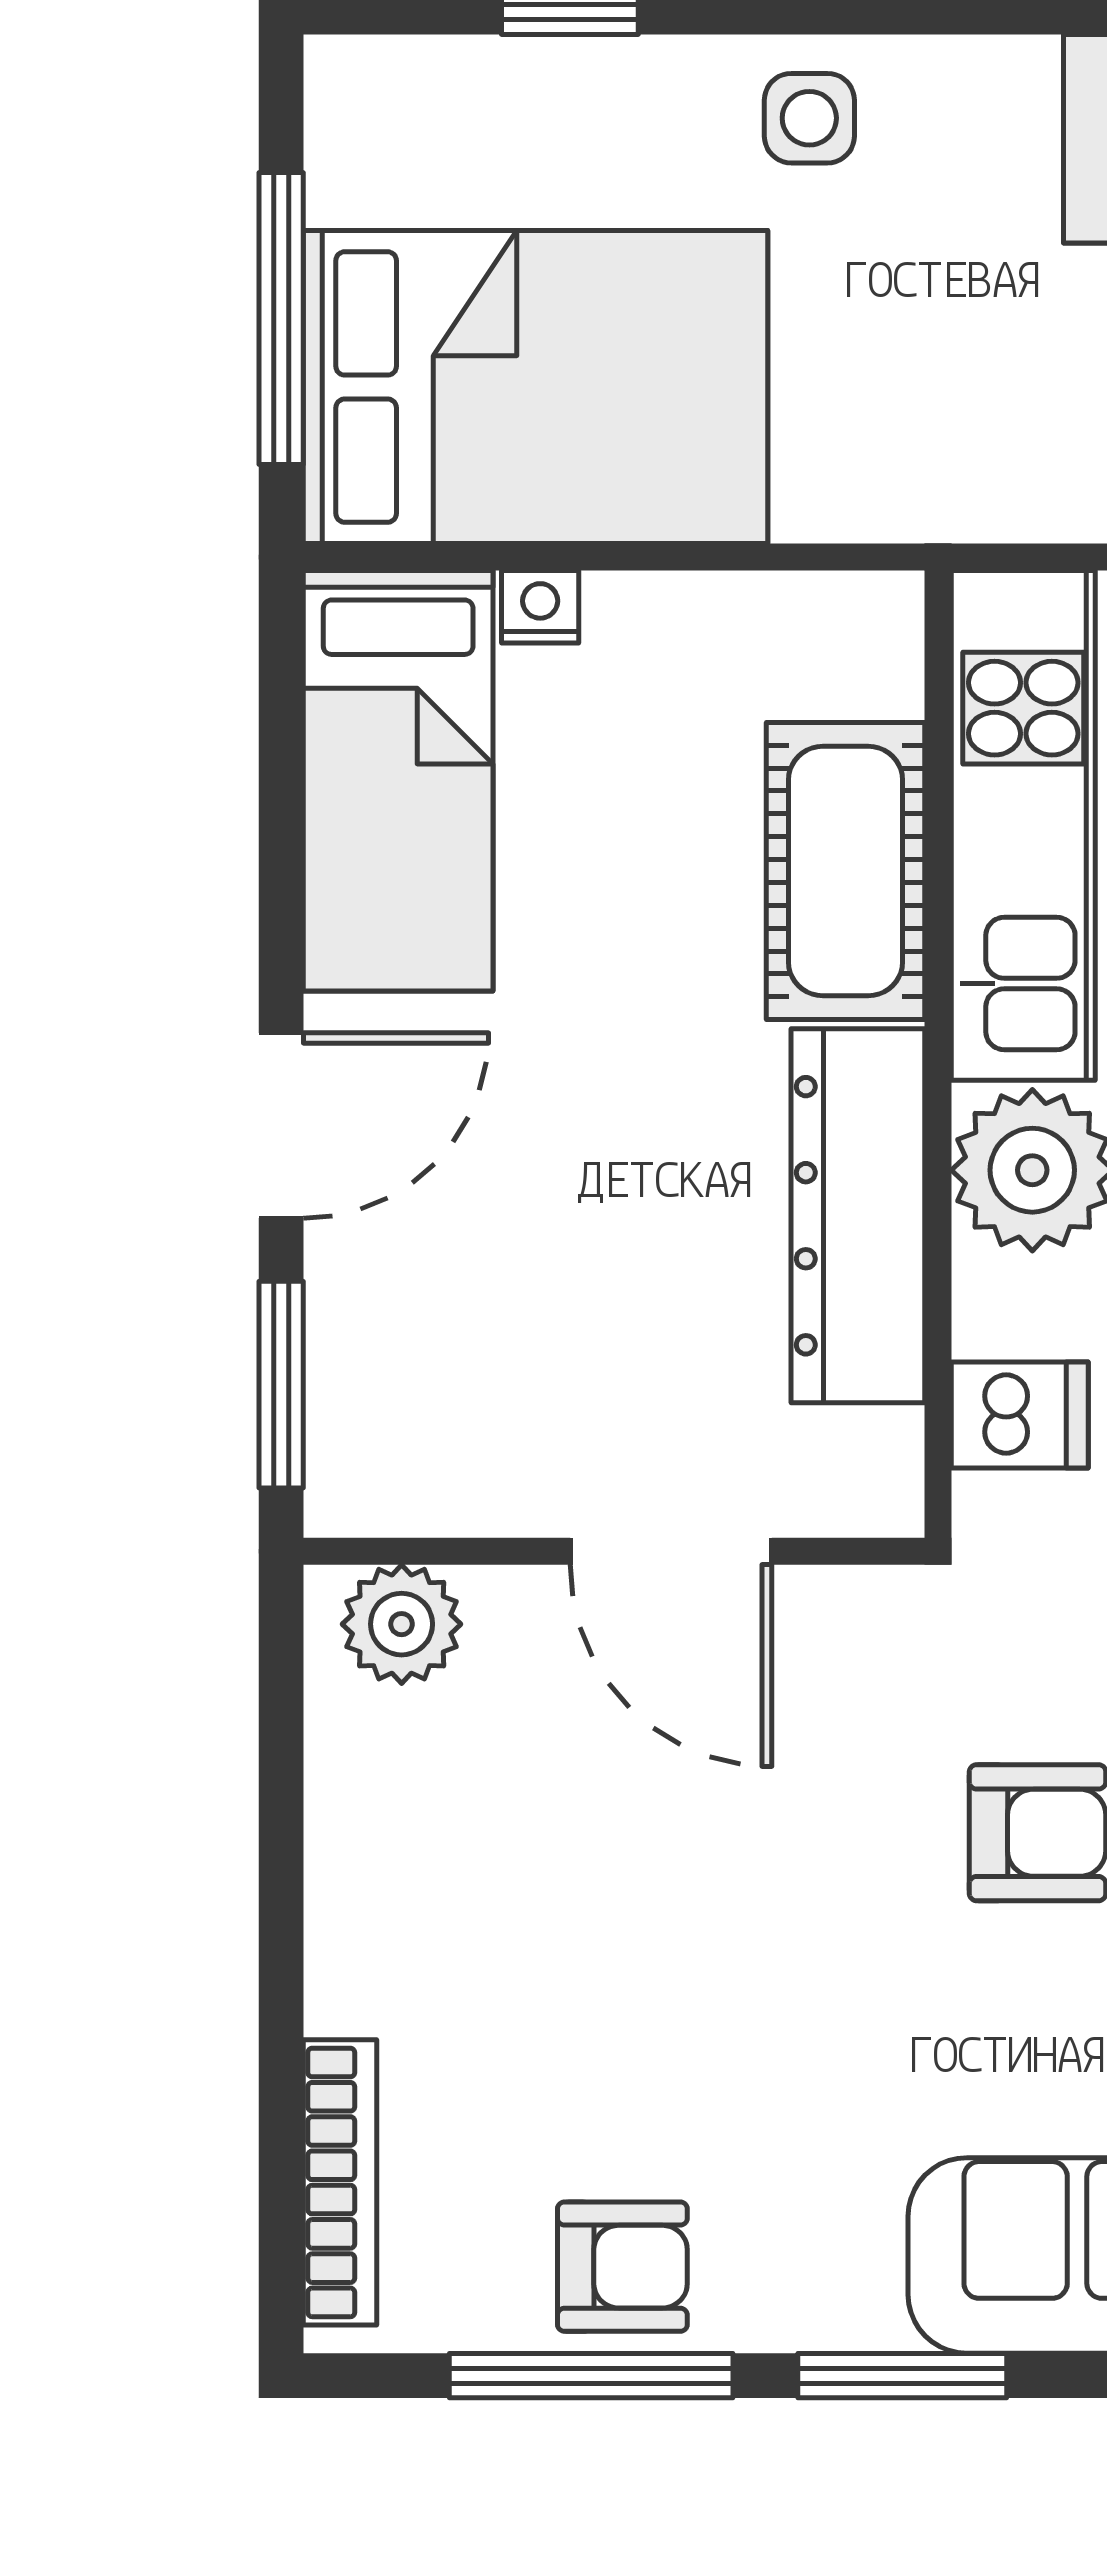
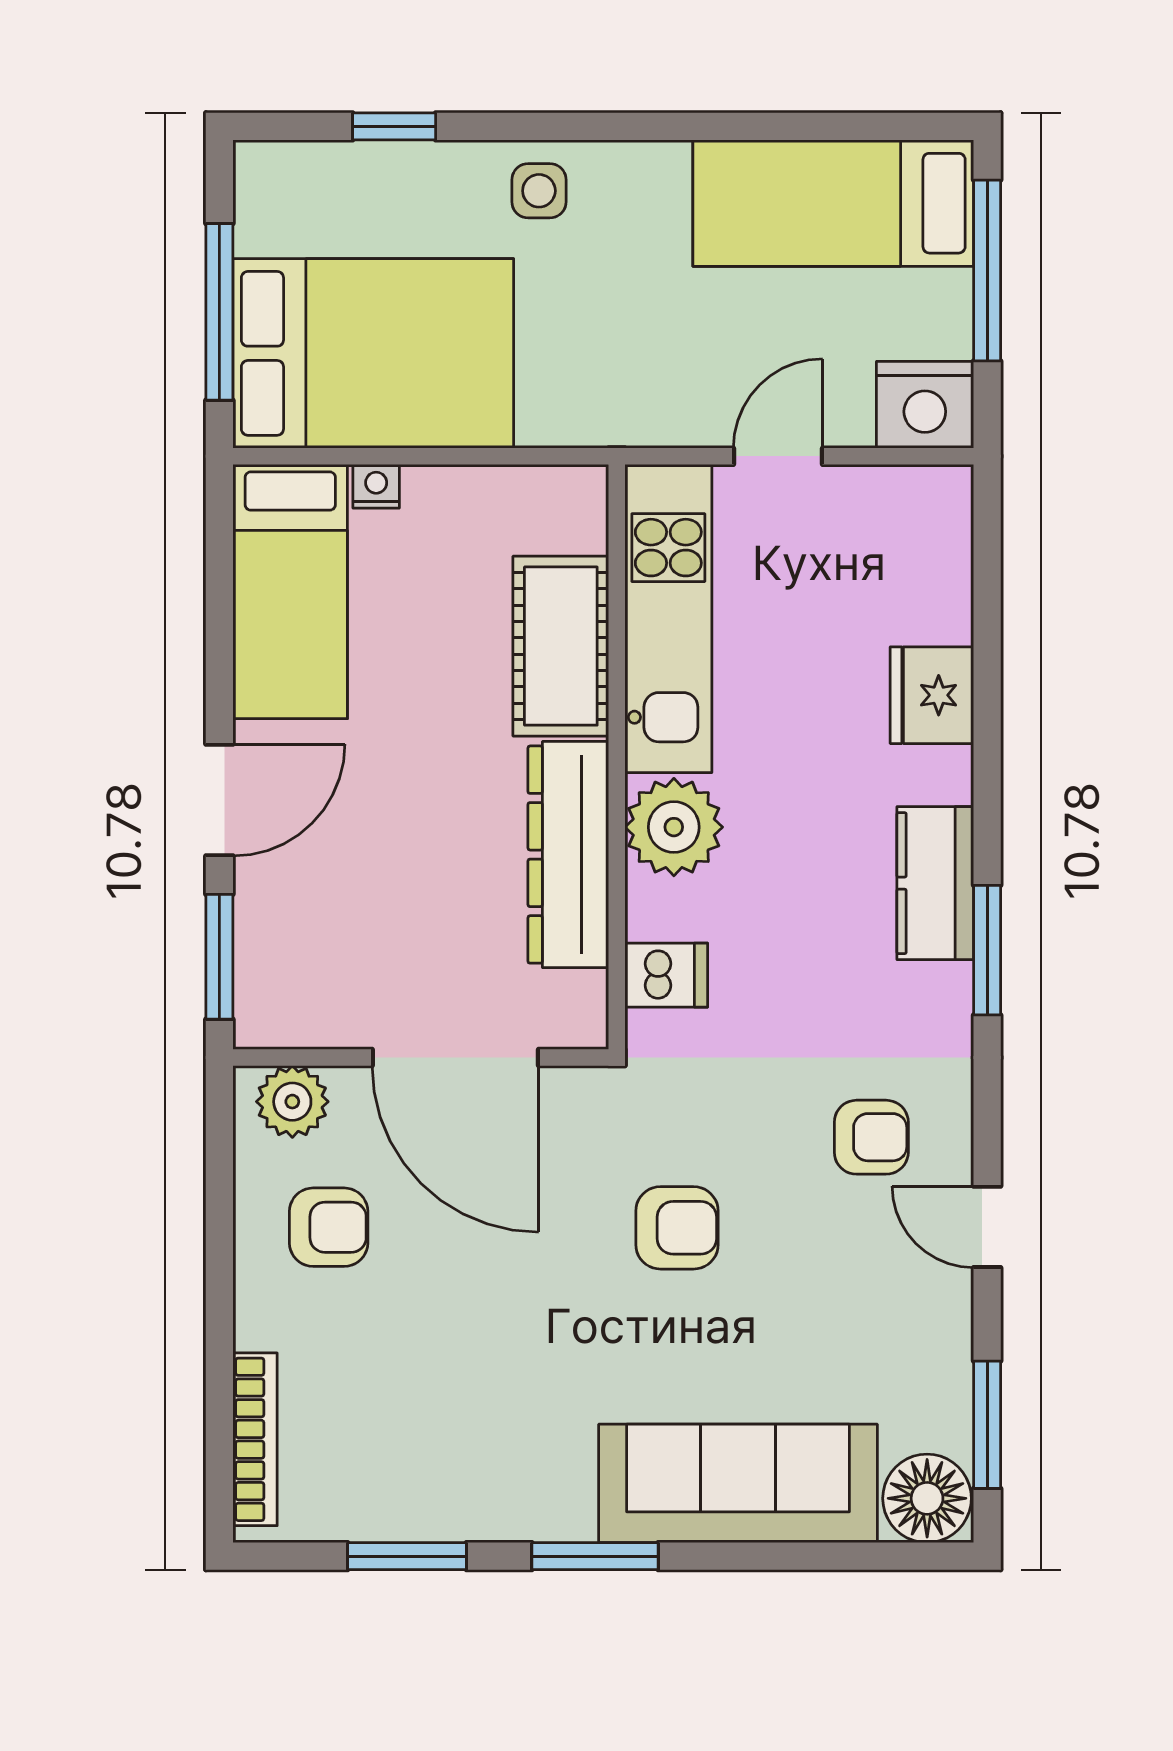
door: (671, 1551) -> (455, 1058), width x1.36
armchair: (622, 2267) -> (329, 1227), moved
window: (591, 2376) -> (407, 1556), width x0.69

